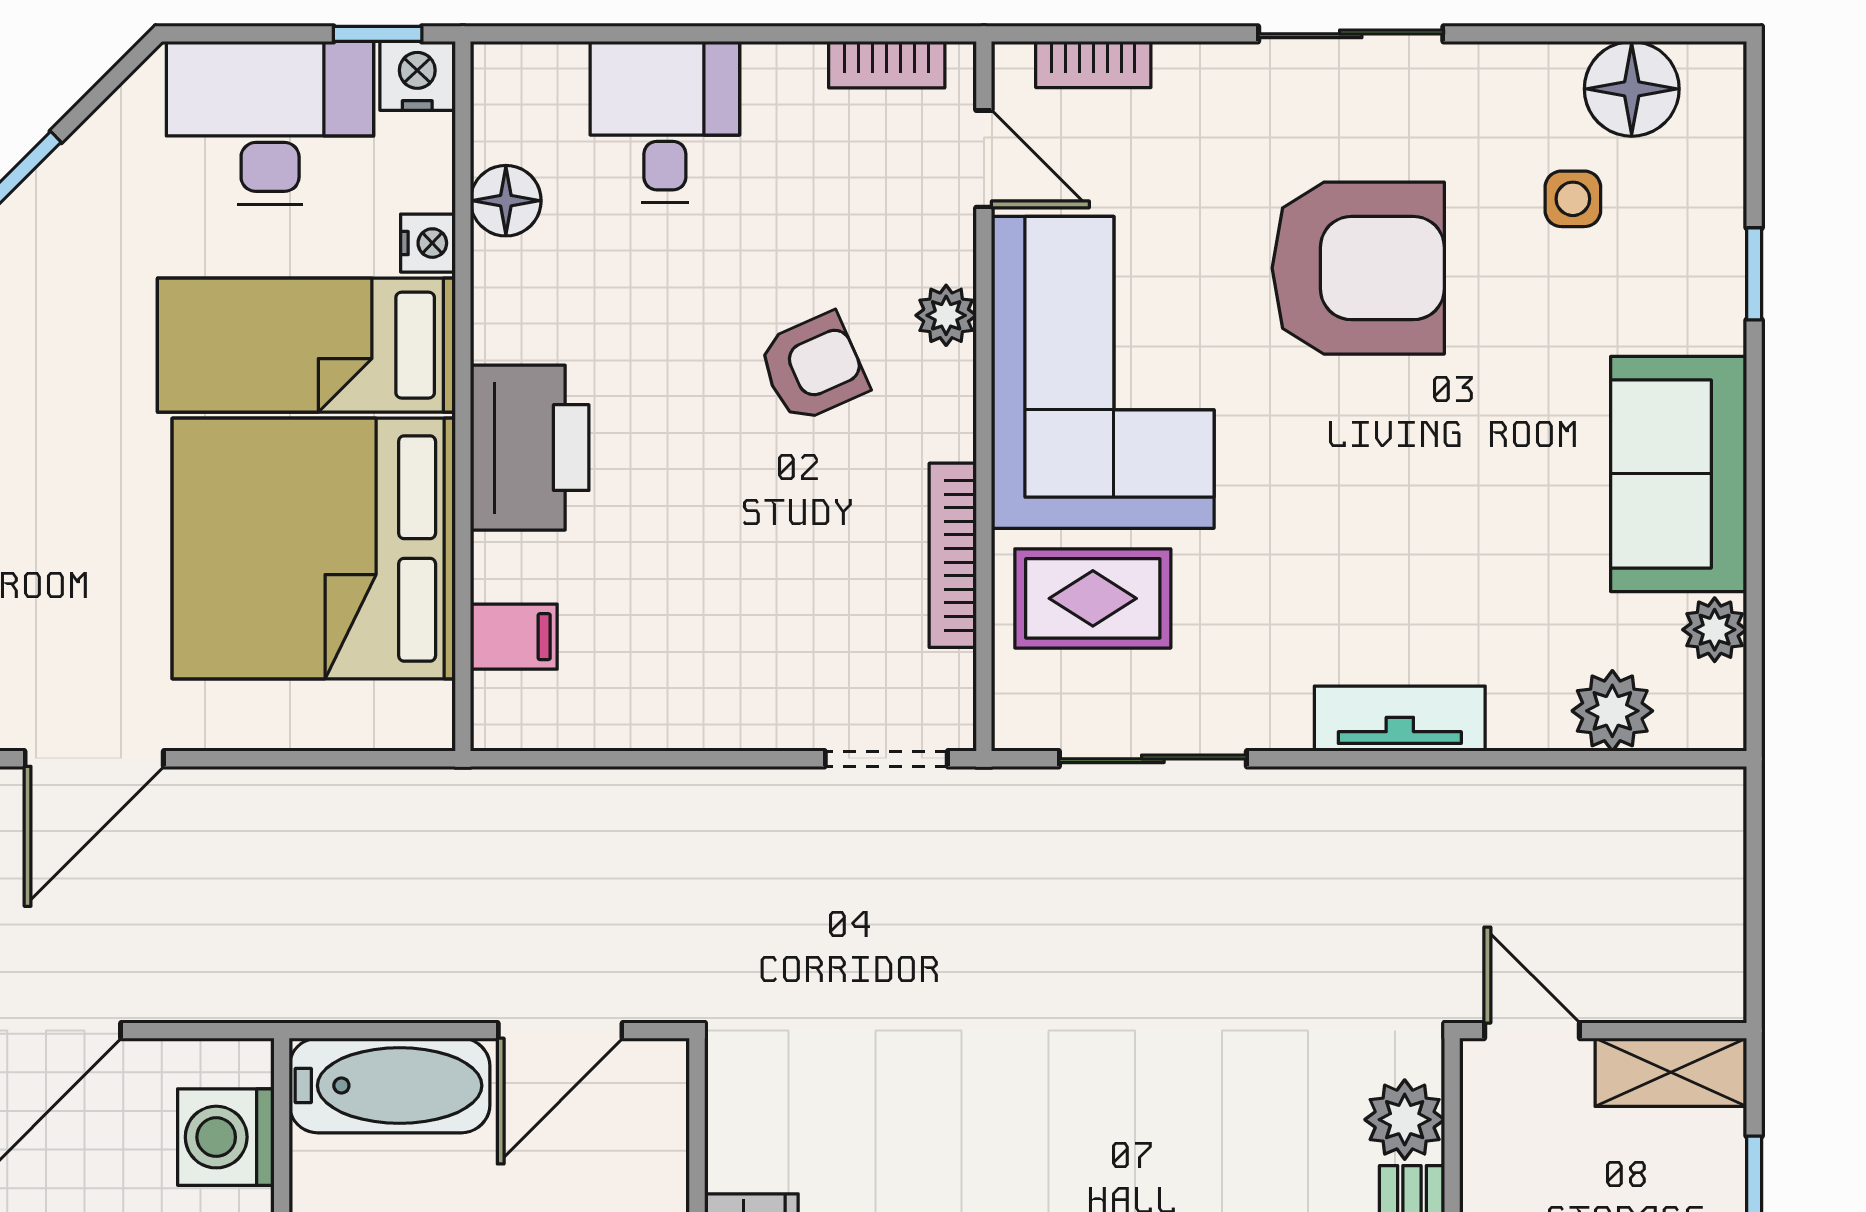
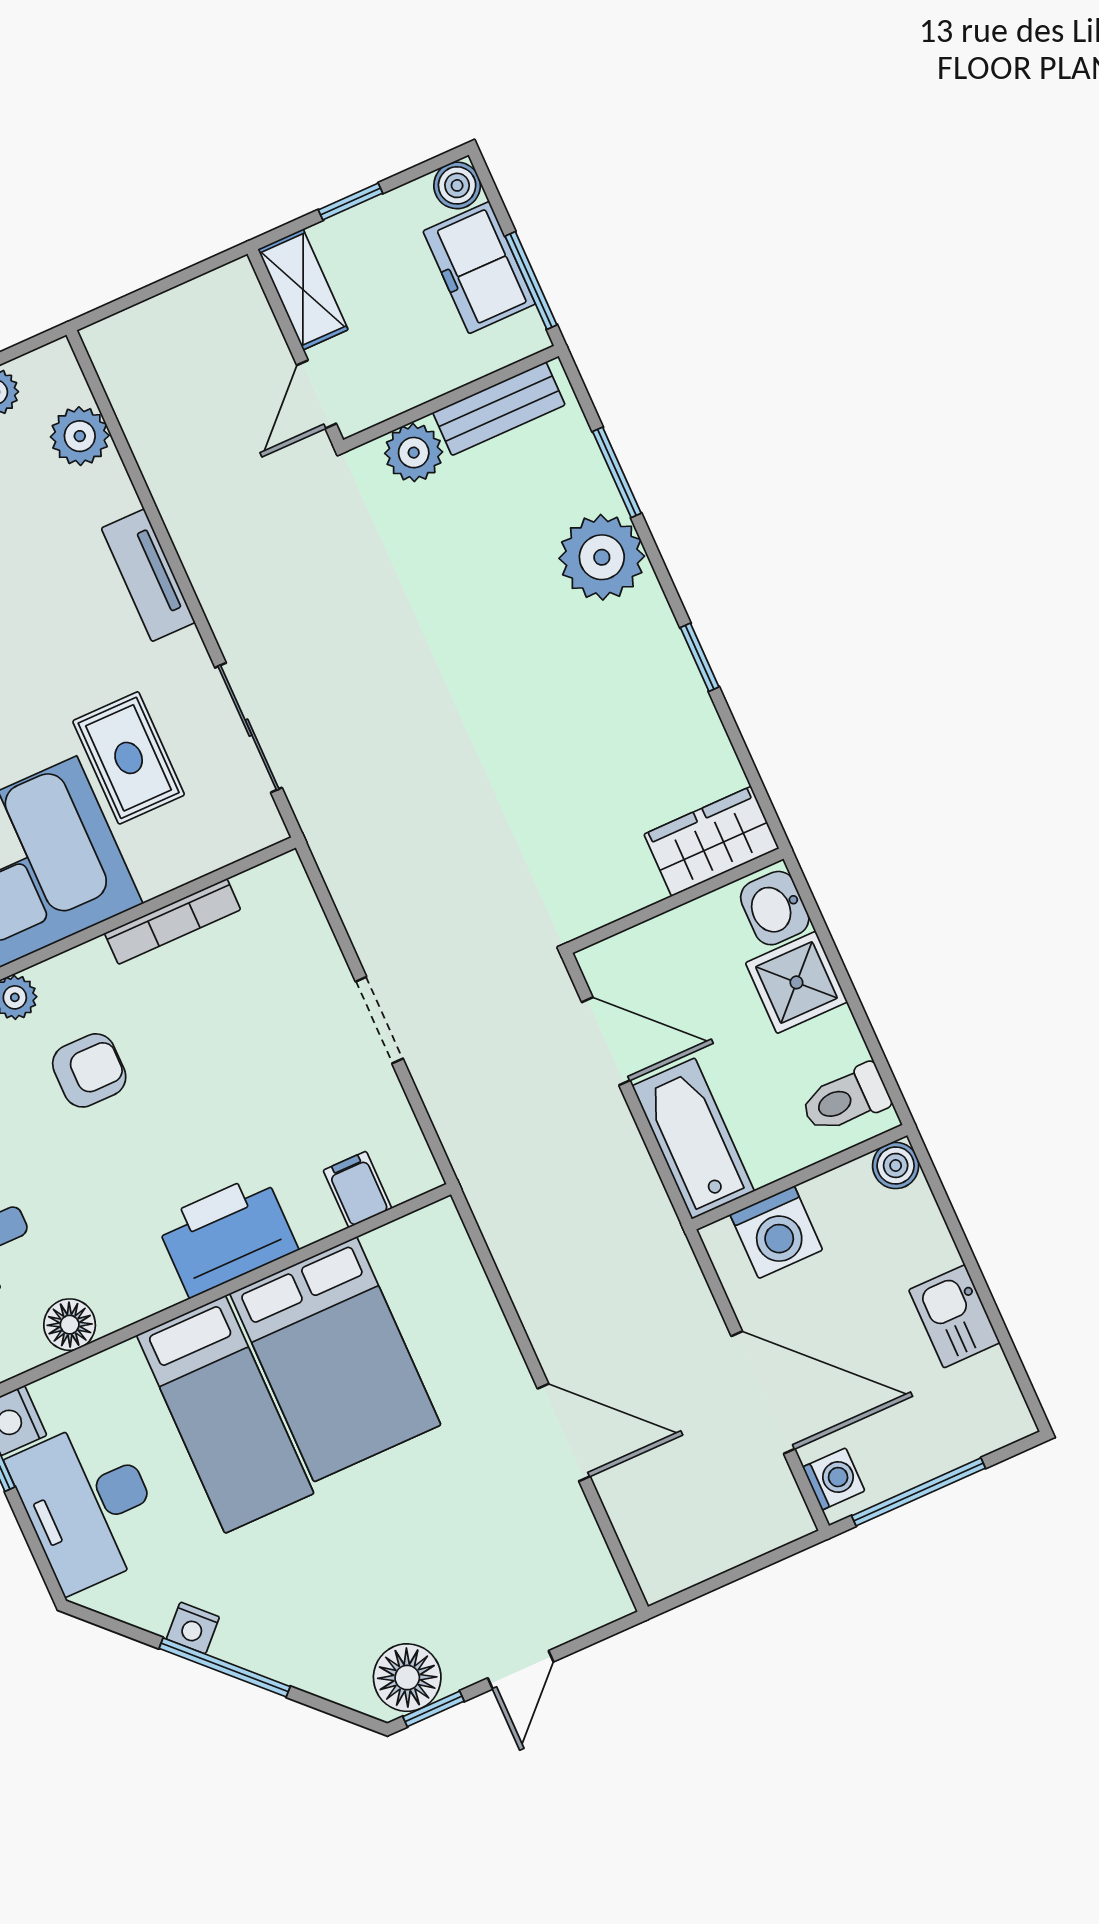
nightstand: (428, 243) -> (193, 1628), moved, turned -135
armchair: (813, 368) -> (89, 1070), turned 114
bed: (314, 549) -> (335, 1359), width x0.73
rug: (1093, 598) -> (129, 758), moved
doorway: (886, 759) -> (379, 1020), moved

